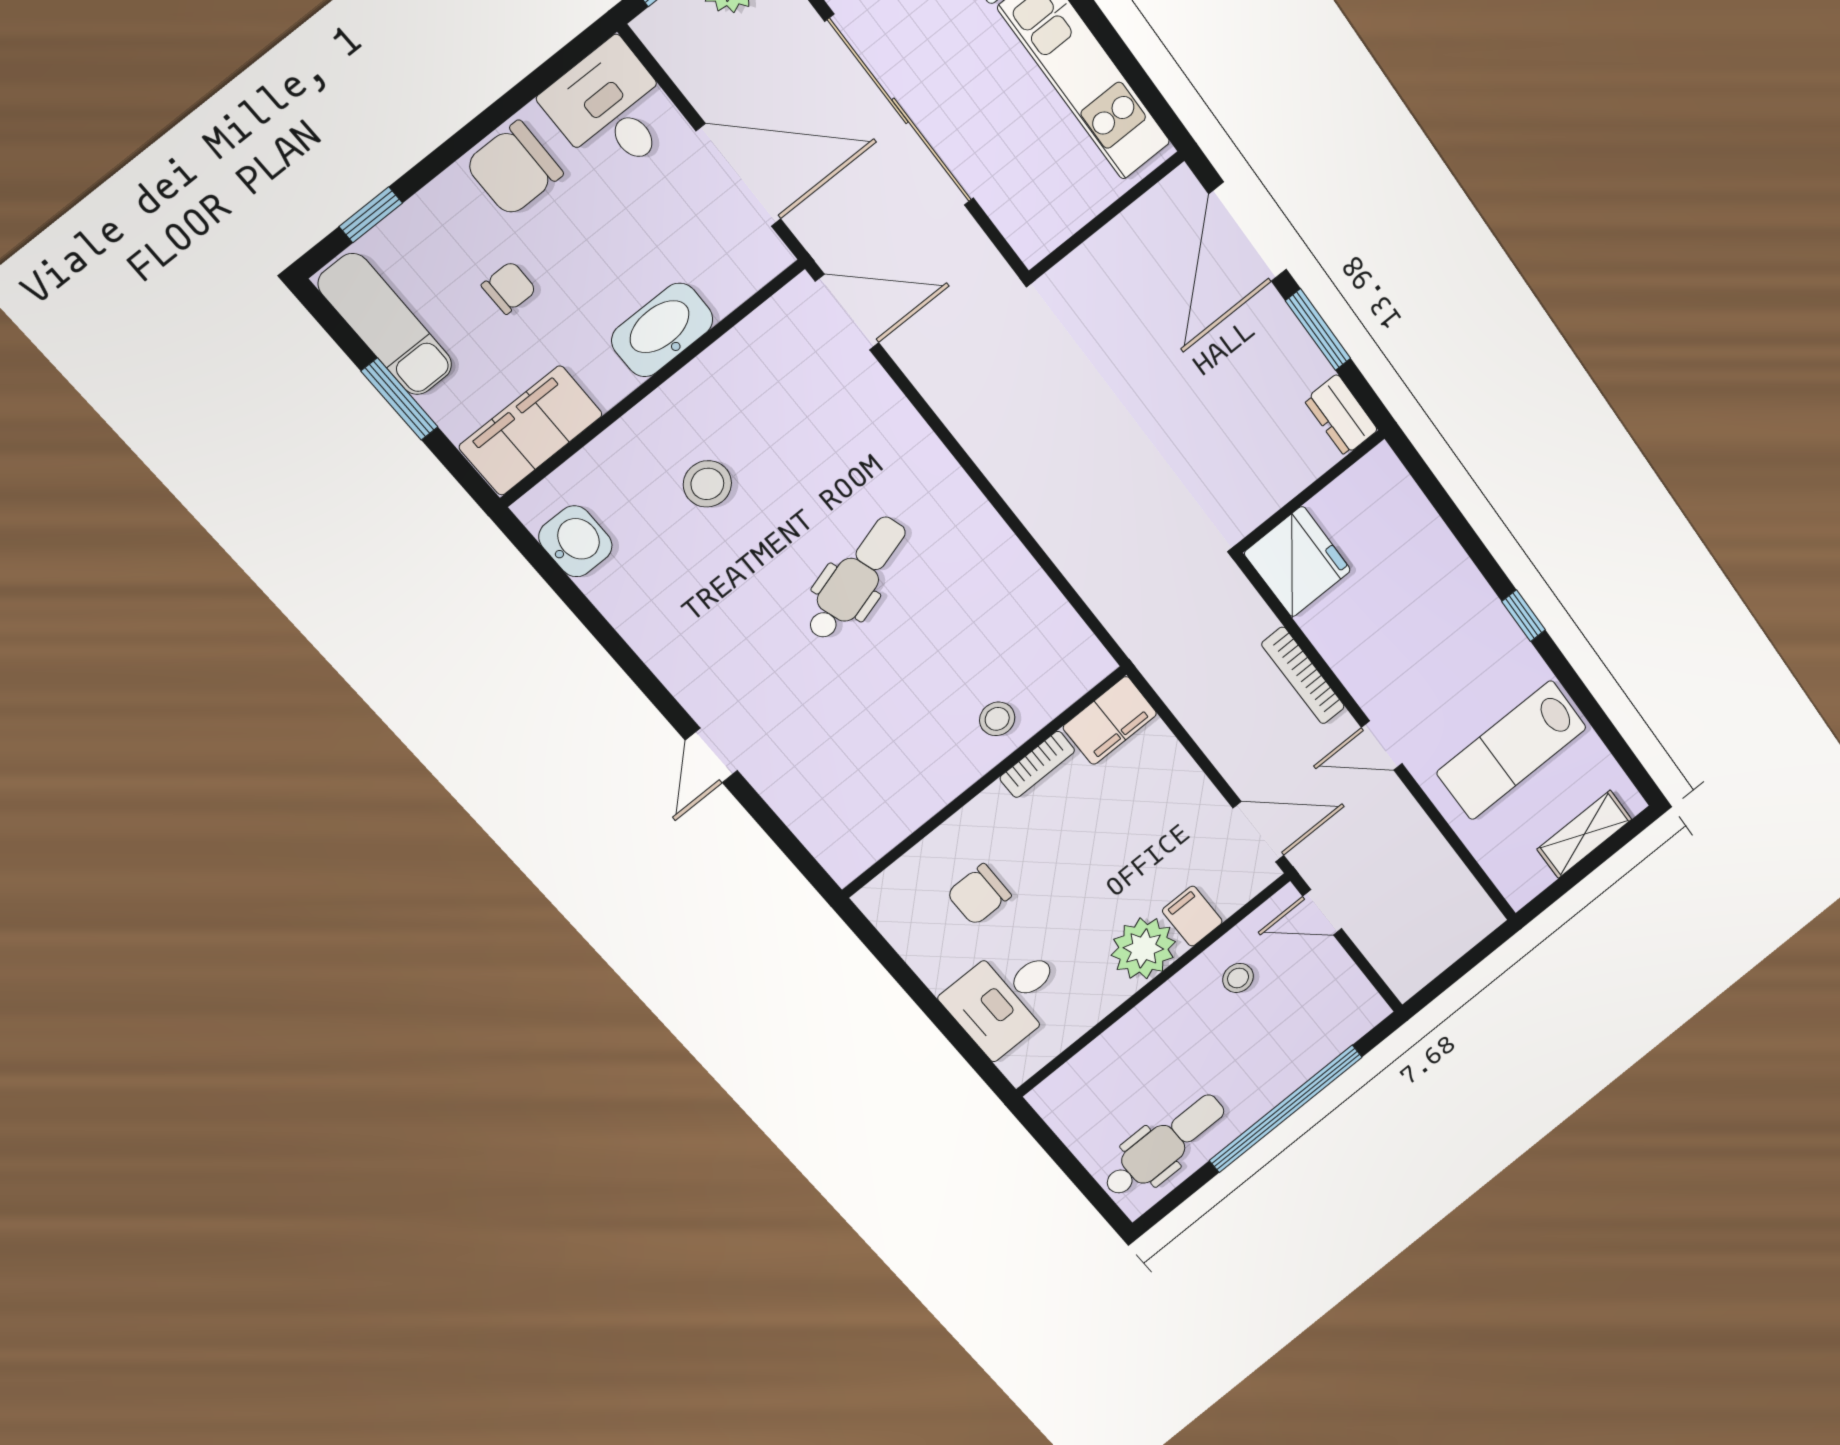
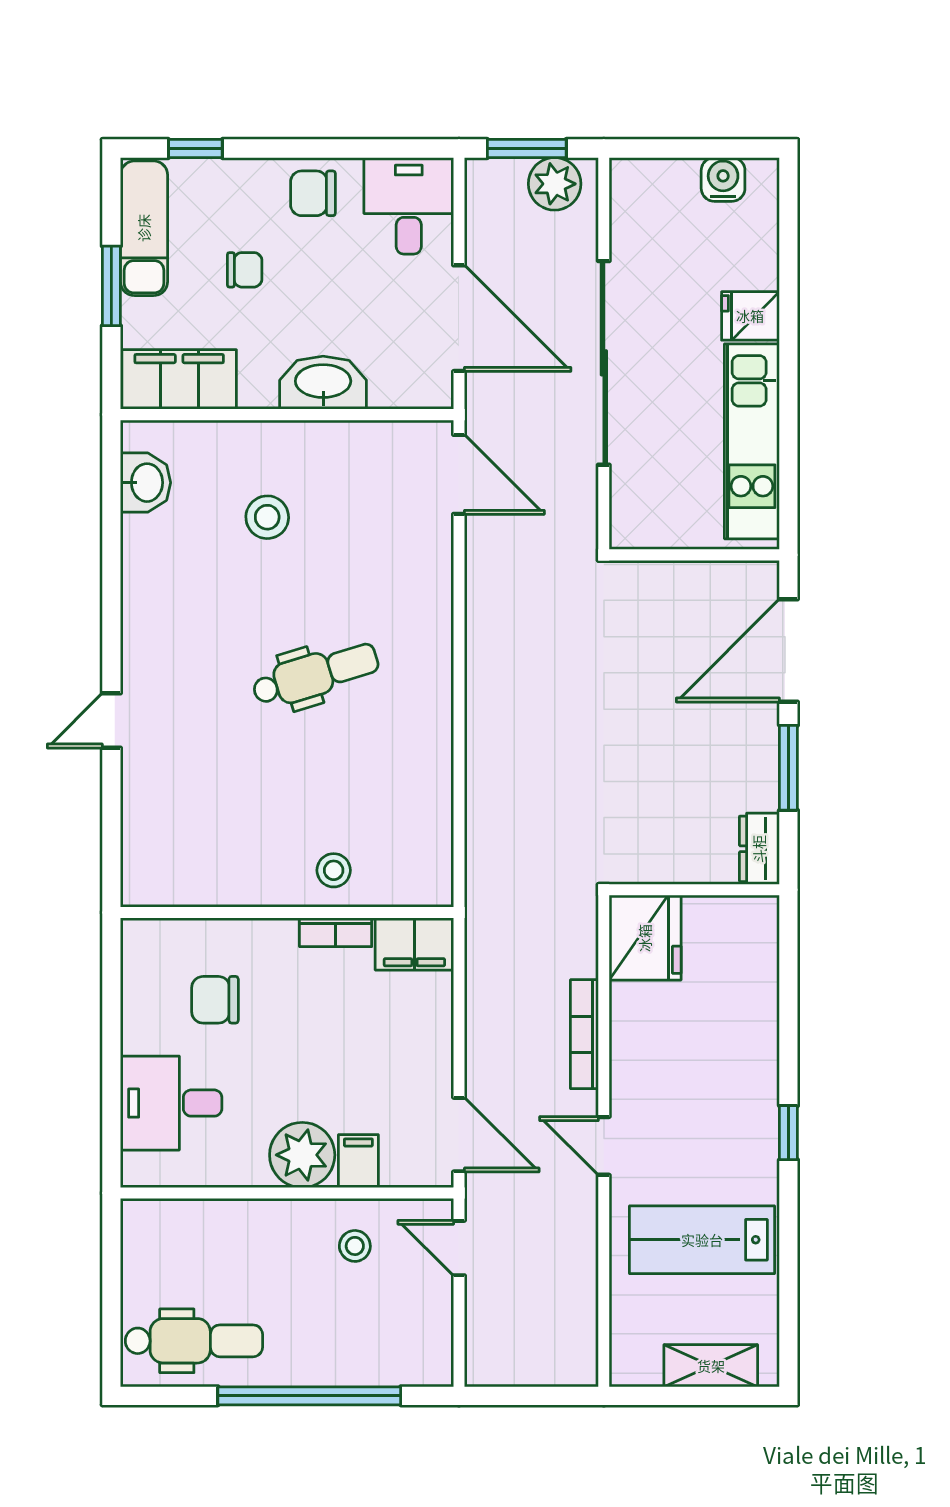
chair: (514, 169) -> (313, 193), width x0.73, depth x0.73

